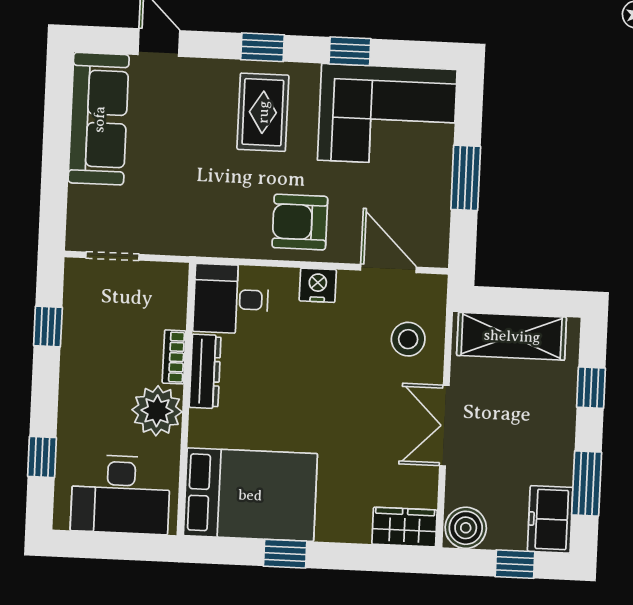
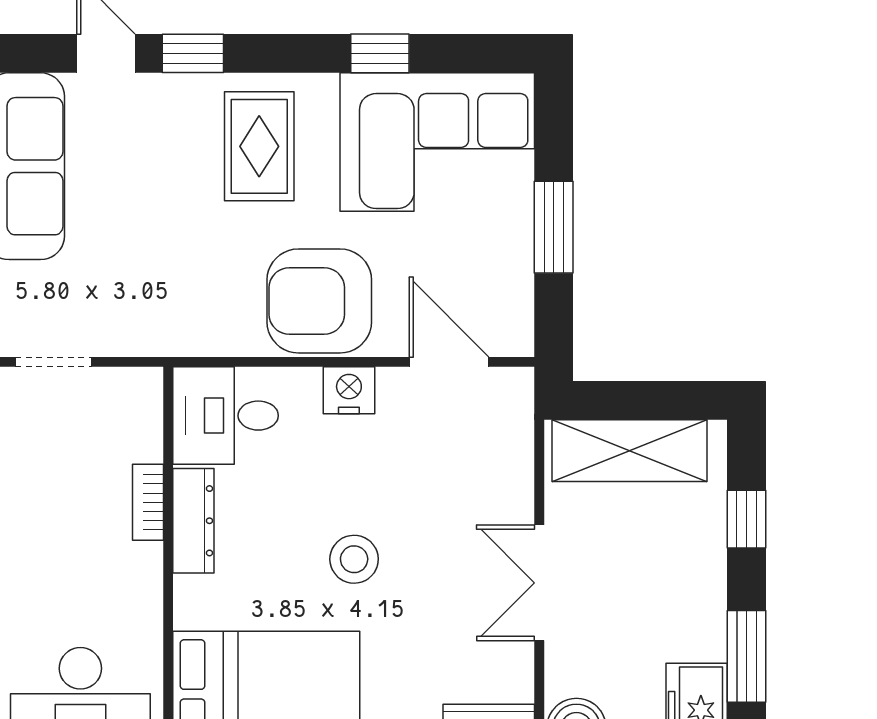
window: (263, 47) -> (193, 53), moved
armchair: (300, 222) -> (319, 301), width x1.36, depth x1.36
stool: (408, 339) -> (354, 559), moved
plant: (157, 411) -> (127, 580), removed

